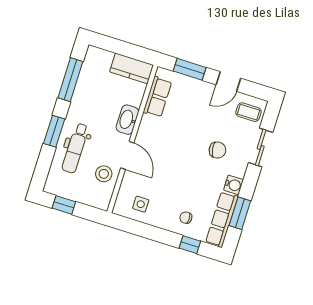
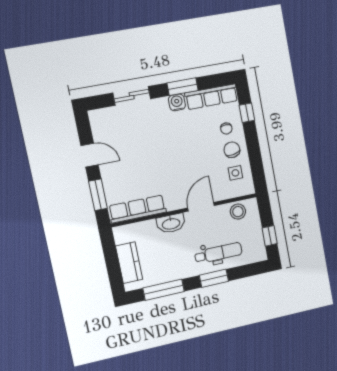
kitchen counter: (132, 68) -> (129, 263), moved
row of seats: (157, 97) -> (137, 209), width x1.48
coffee table: (248, 112) -> (107, 123), removed
chair: (217, 150) -> (232, 150), moved
stool: (104, 174) -> (238, 212), moved
window: (240, 213) -> (182, 87), moved

